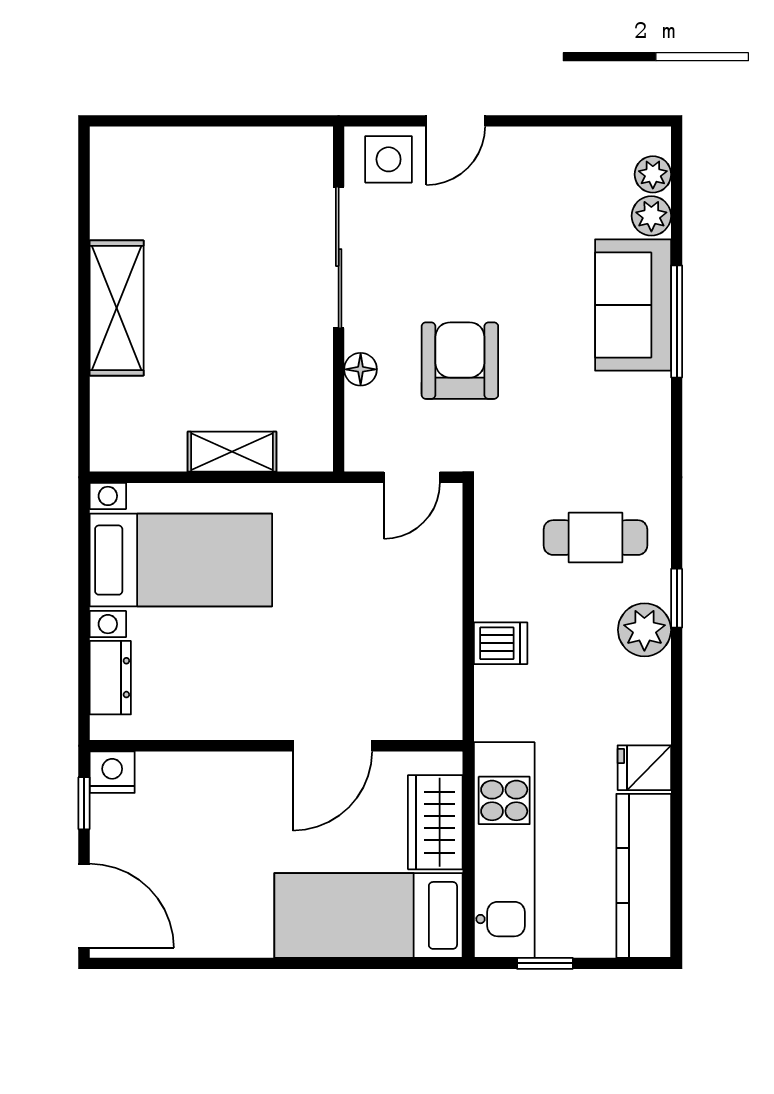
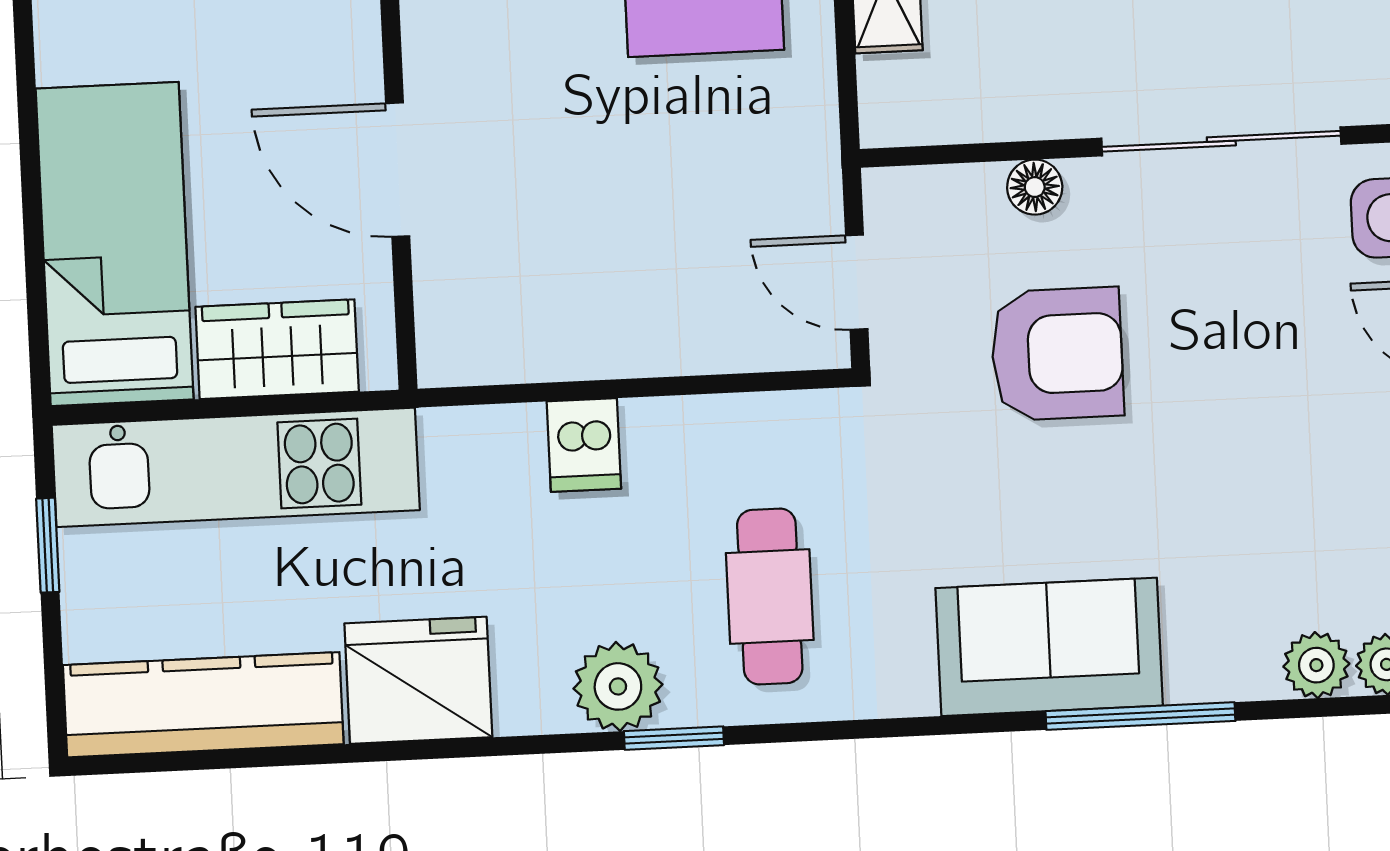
sofa: (633, 305) -> (1049, 647), moved
fridge: (644, 768) -> (418, 680), width x1.88, depth x1.34

